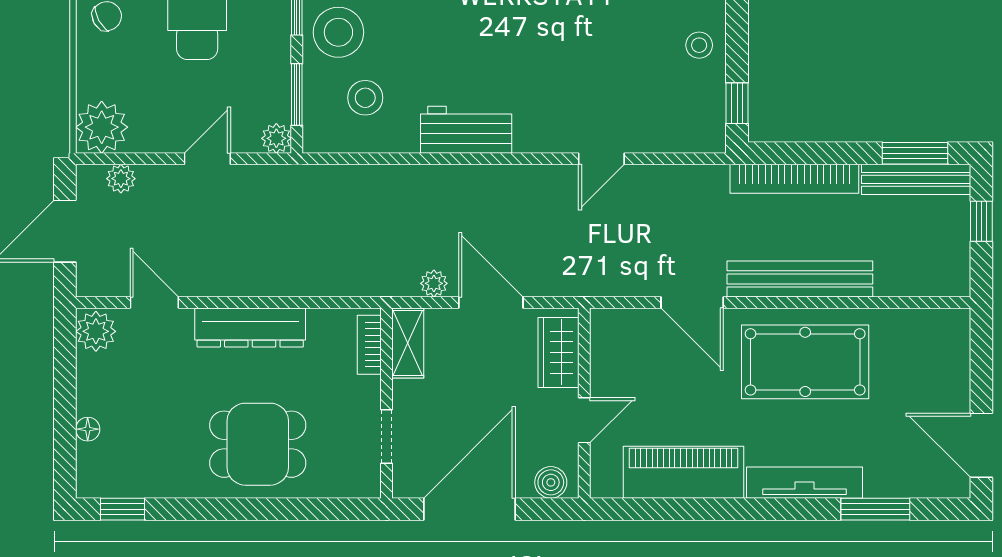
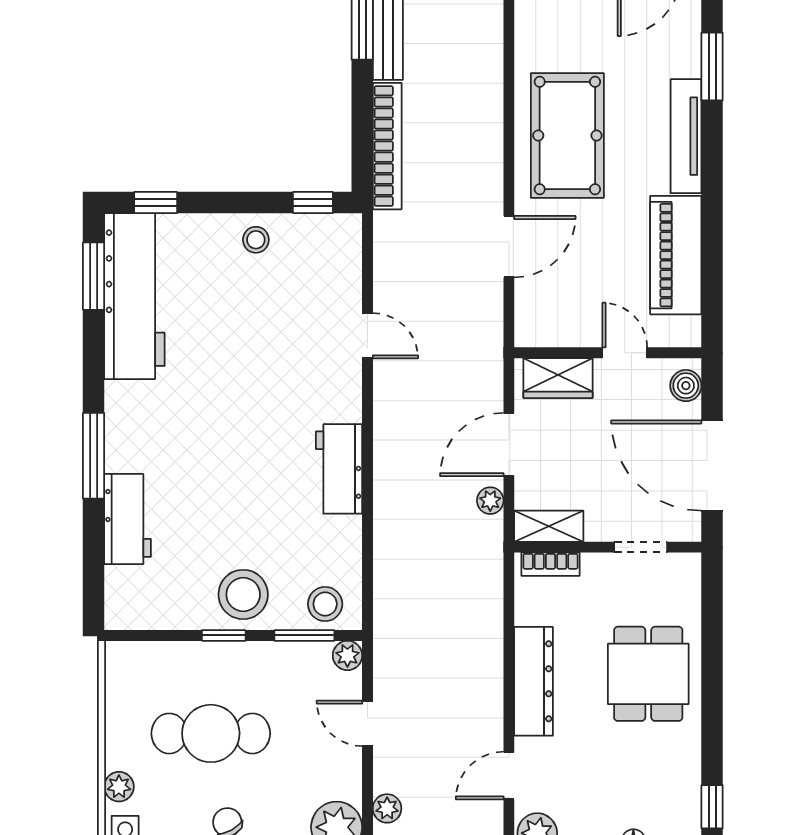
stool: (365, 98) -> (325, 604), moved
bench: (800, 279) -> (486, 141), removed

